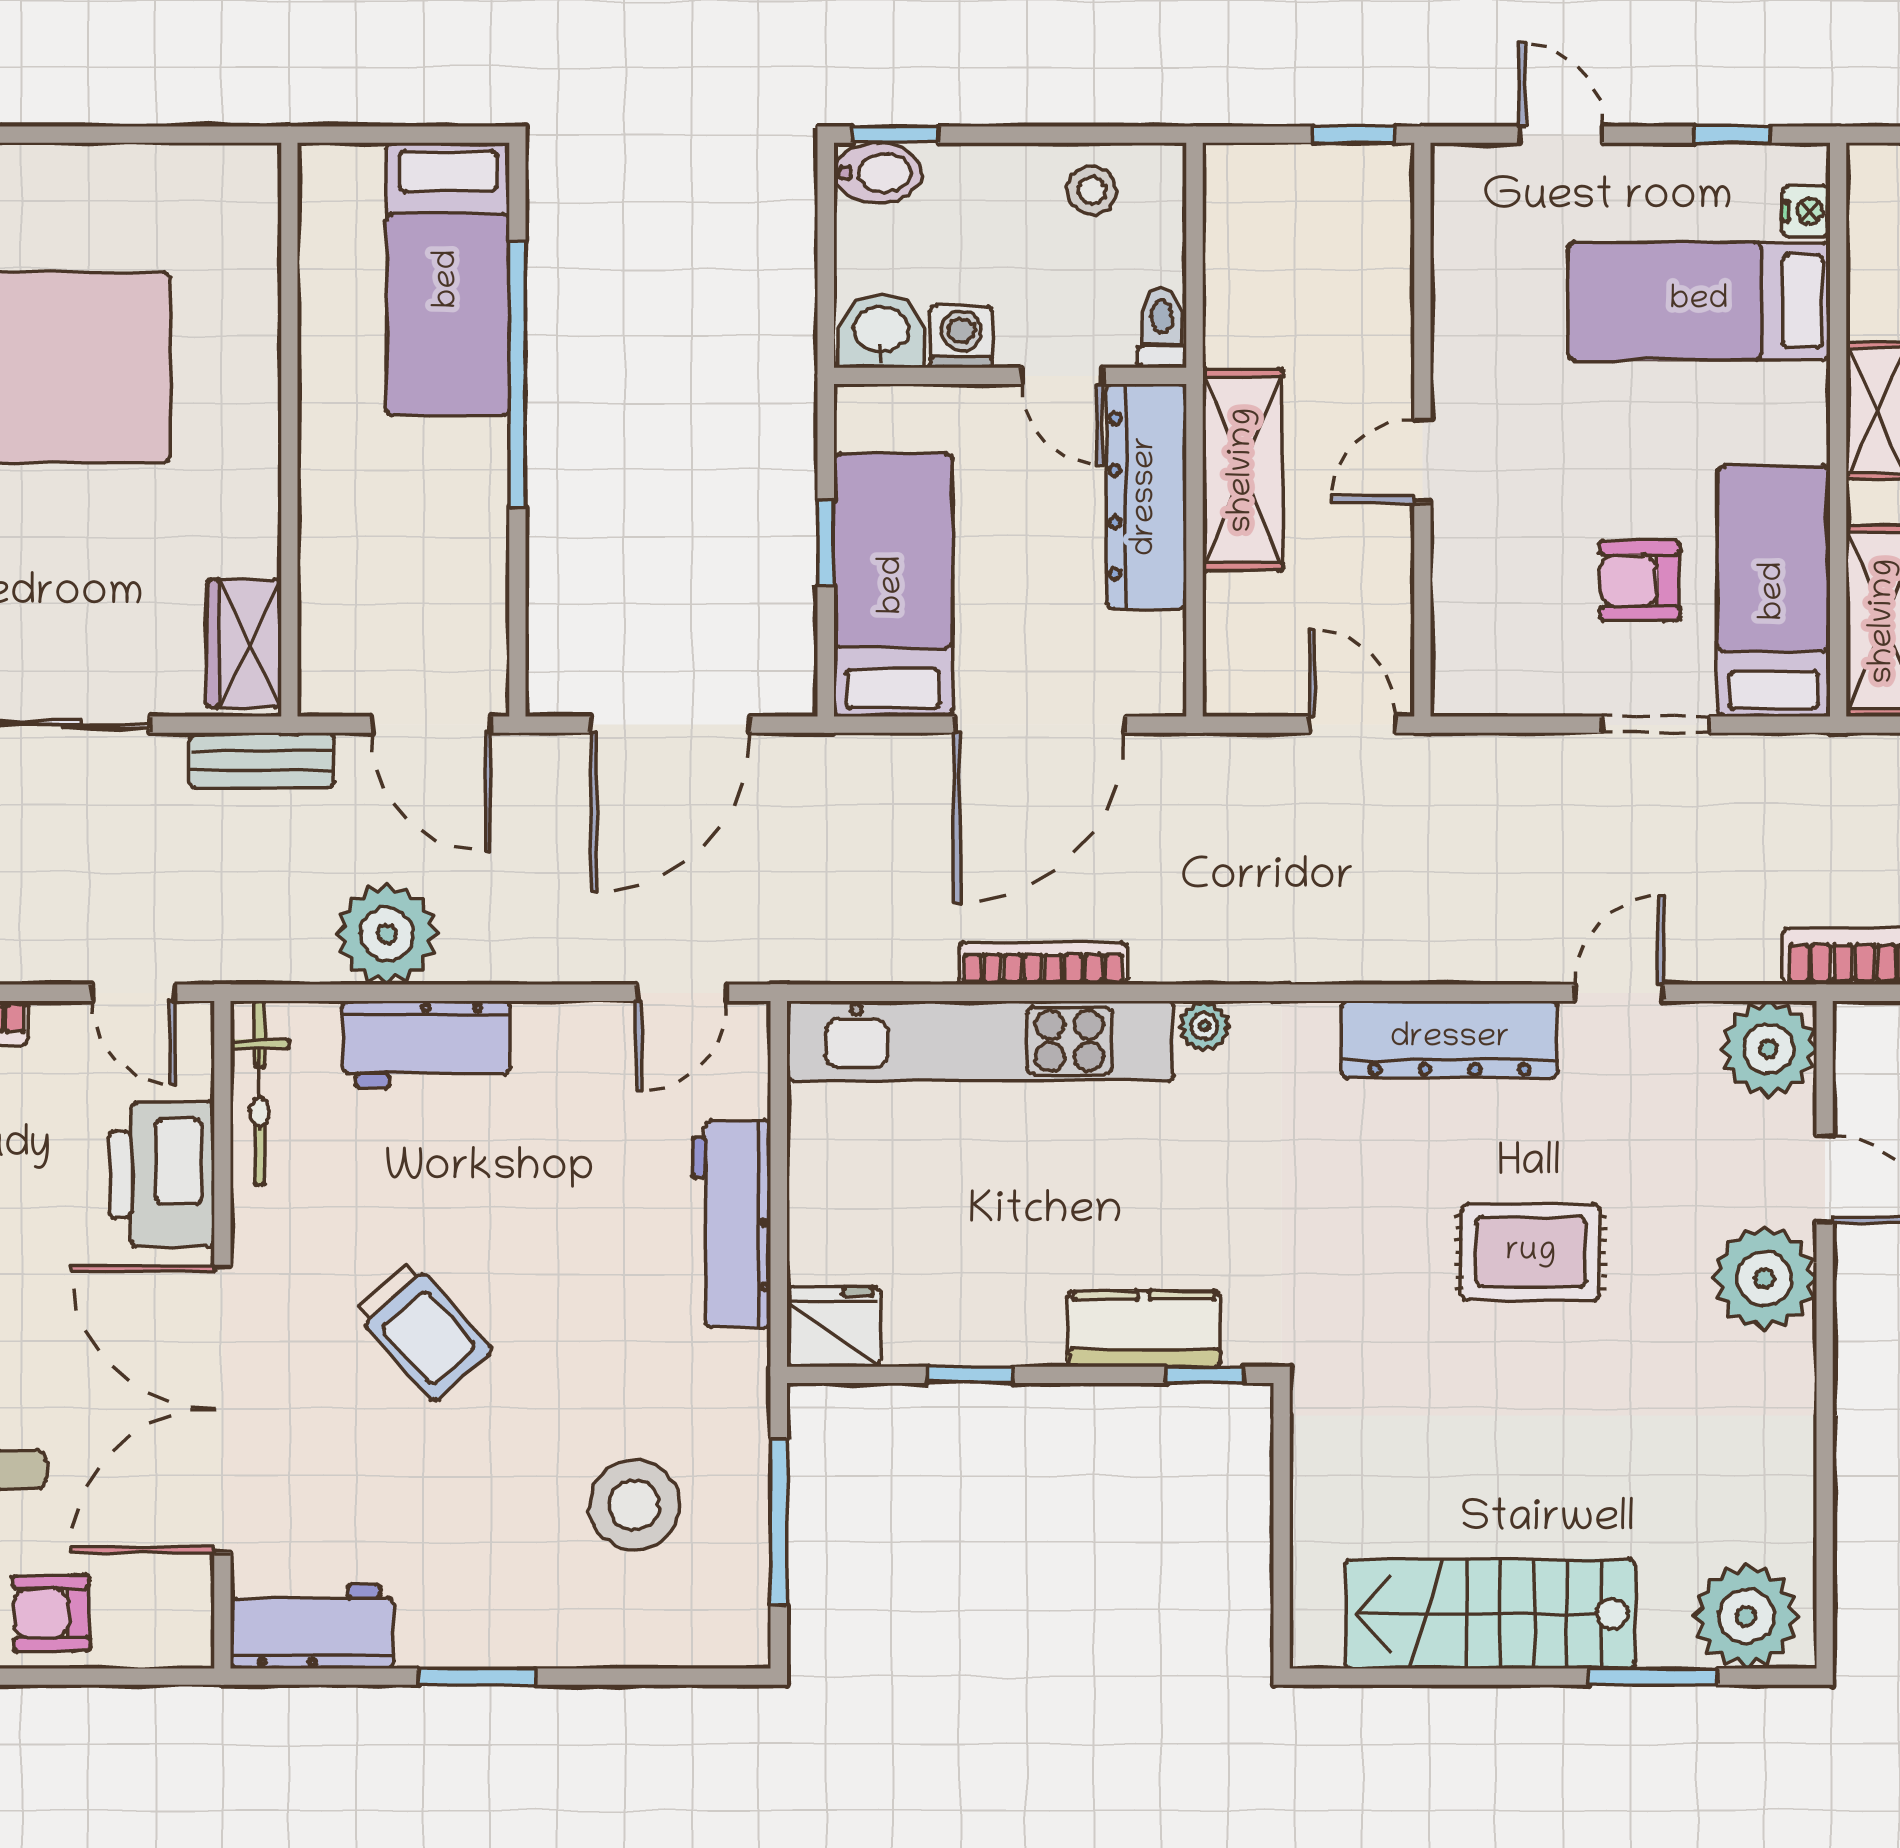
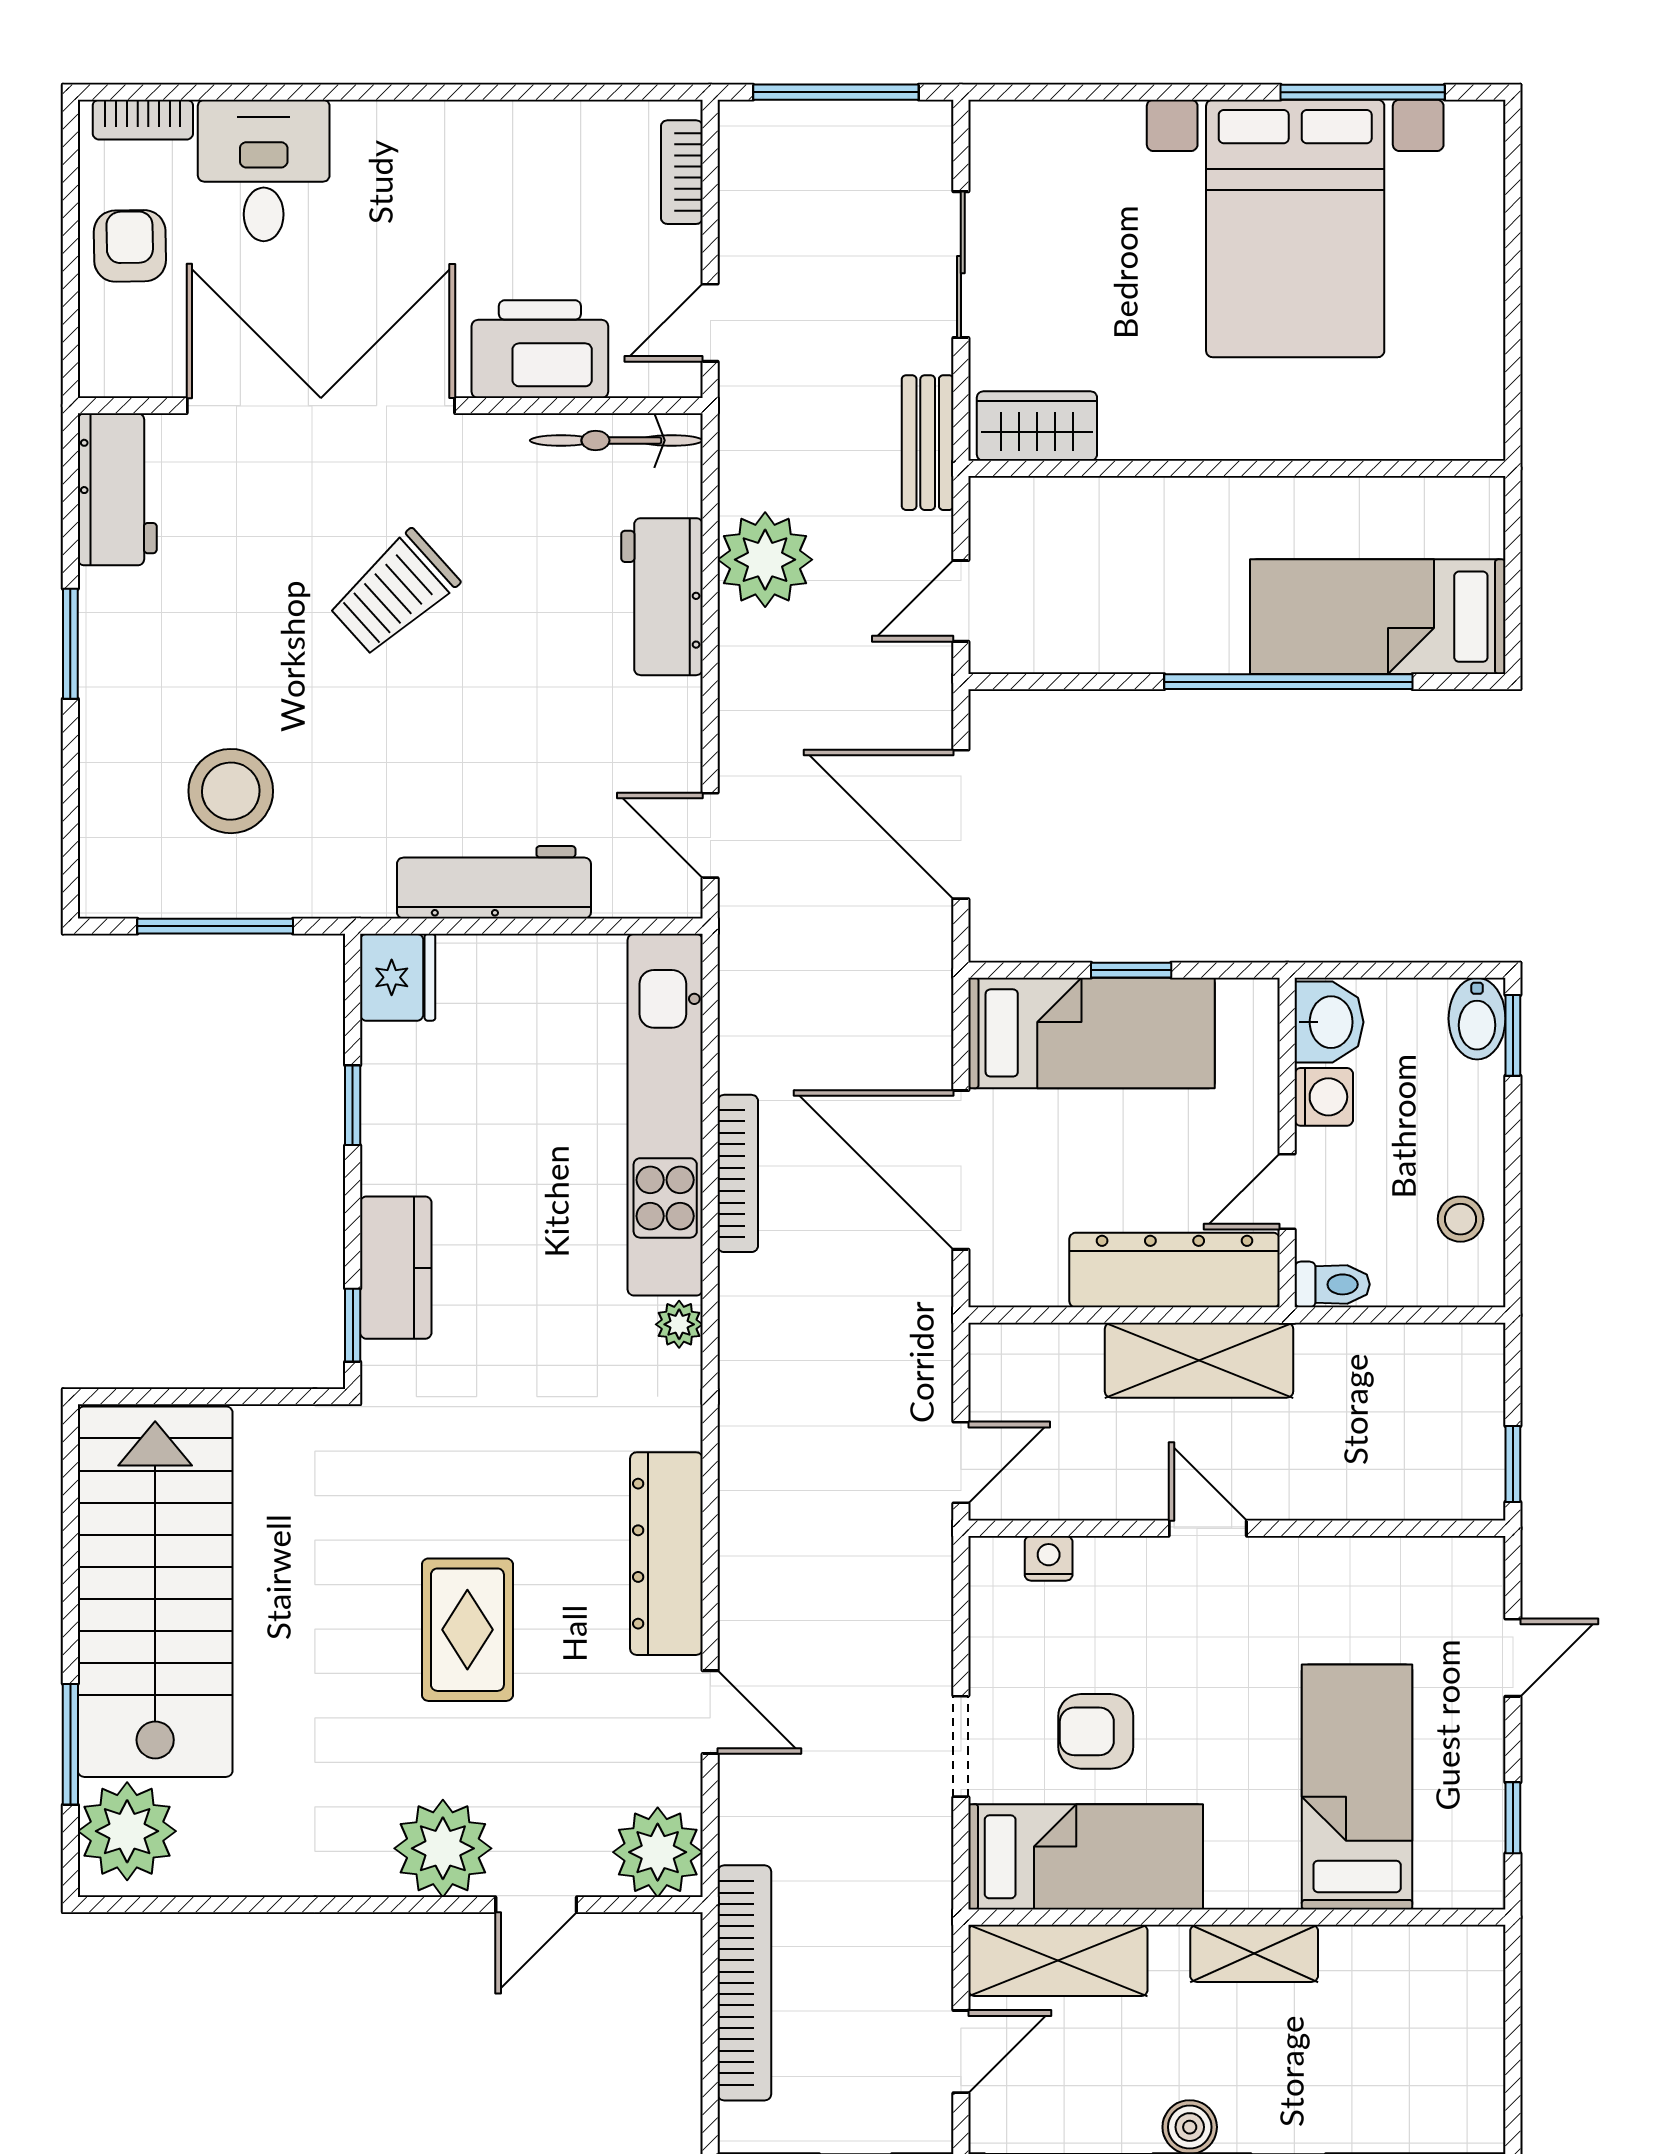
nightstand: (1806, 211) -> (1049, 1558), moved, turned 180
armchair: (1640, 580) -> (1096, 1731), turned -90
door: (431, 725) -> (961, 601), width x0.73
stairs: (1490, 1614) -> (155, 1592), width x1.36, depth x1.51

